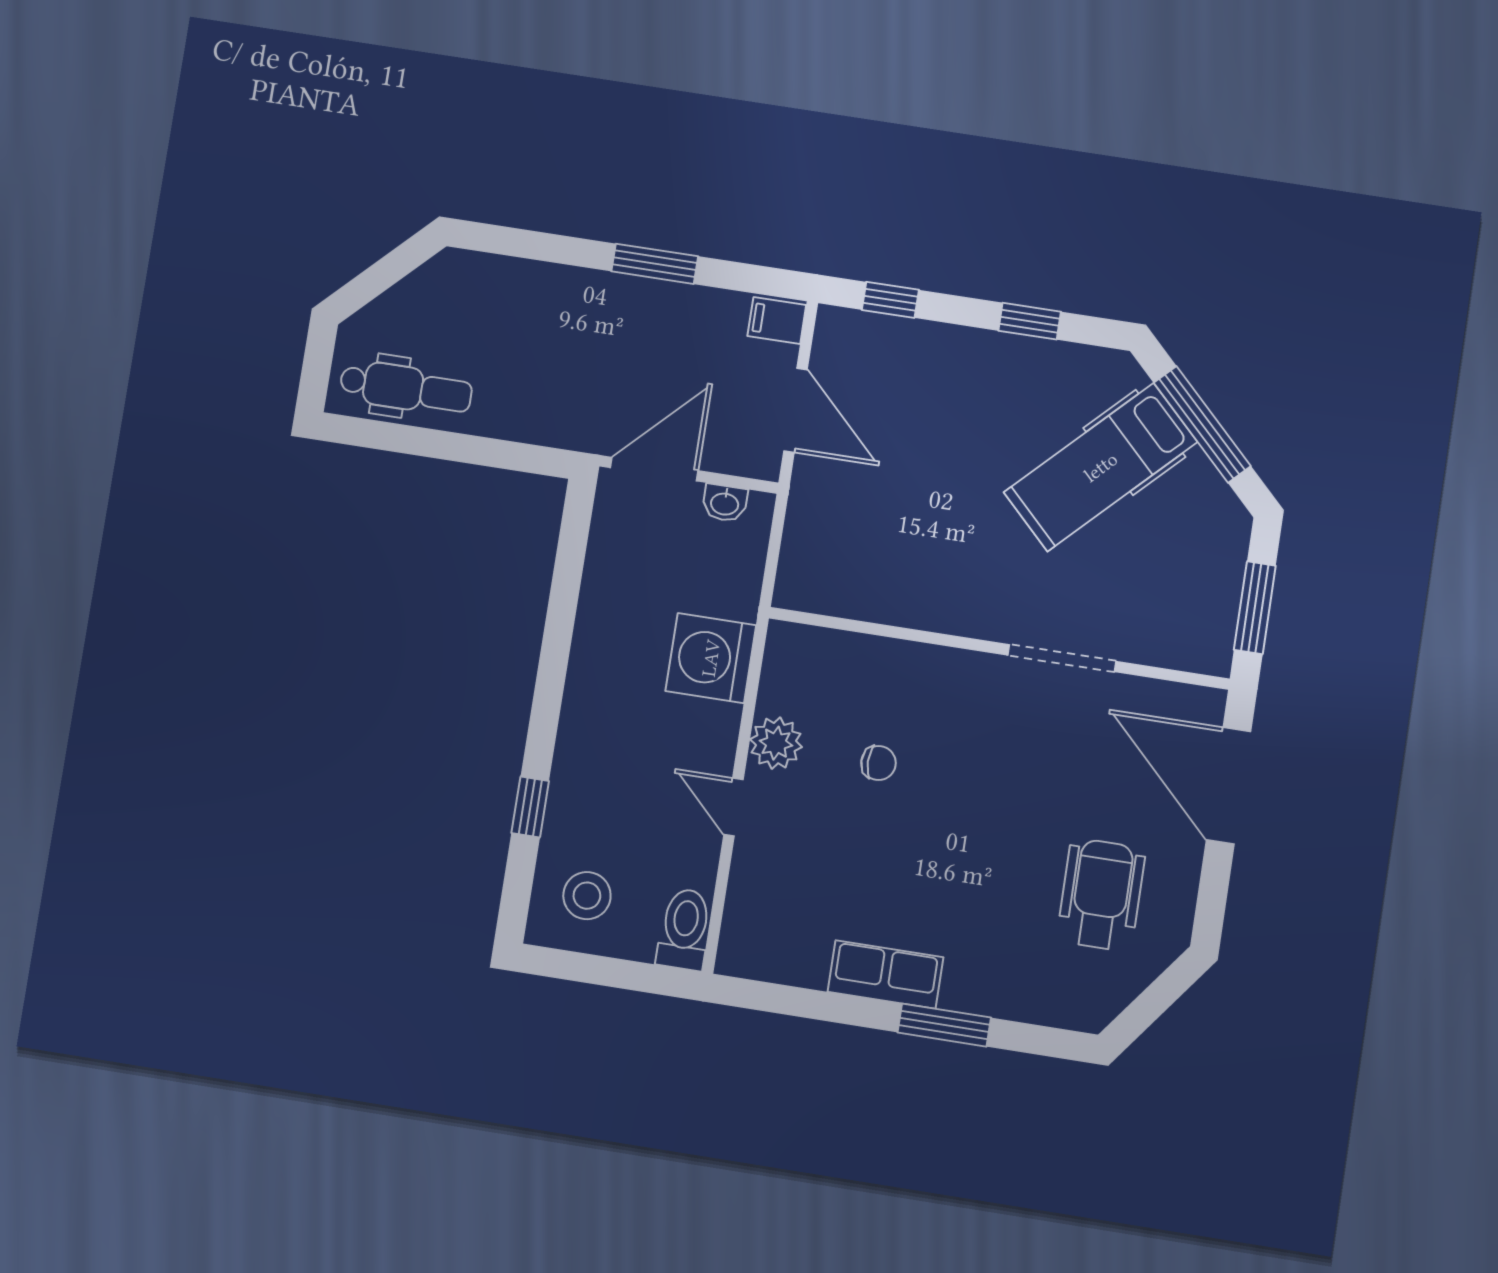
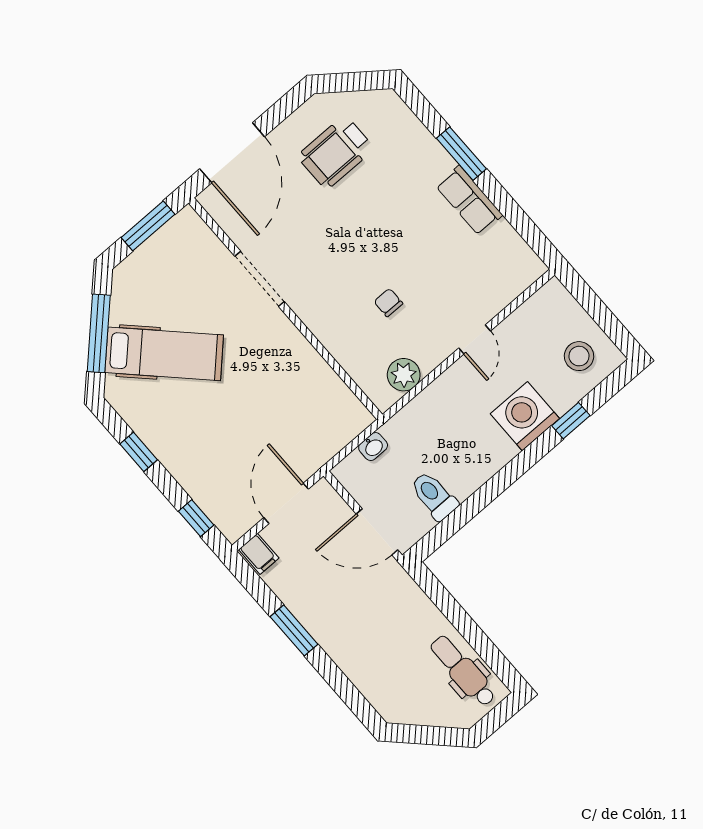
washbasin: (725, 503) -> (373, 447), moved, turned 90
washing machine: (711, 658) -> (525, 416), moved, turned 180
plant: (776, 743) -> (404, 375), moved
toilet: (684, 929) -> (434, 496), moved, turned 90

